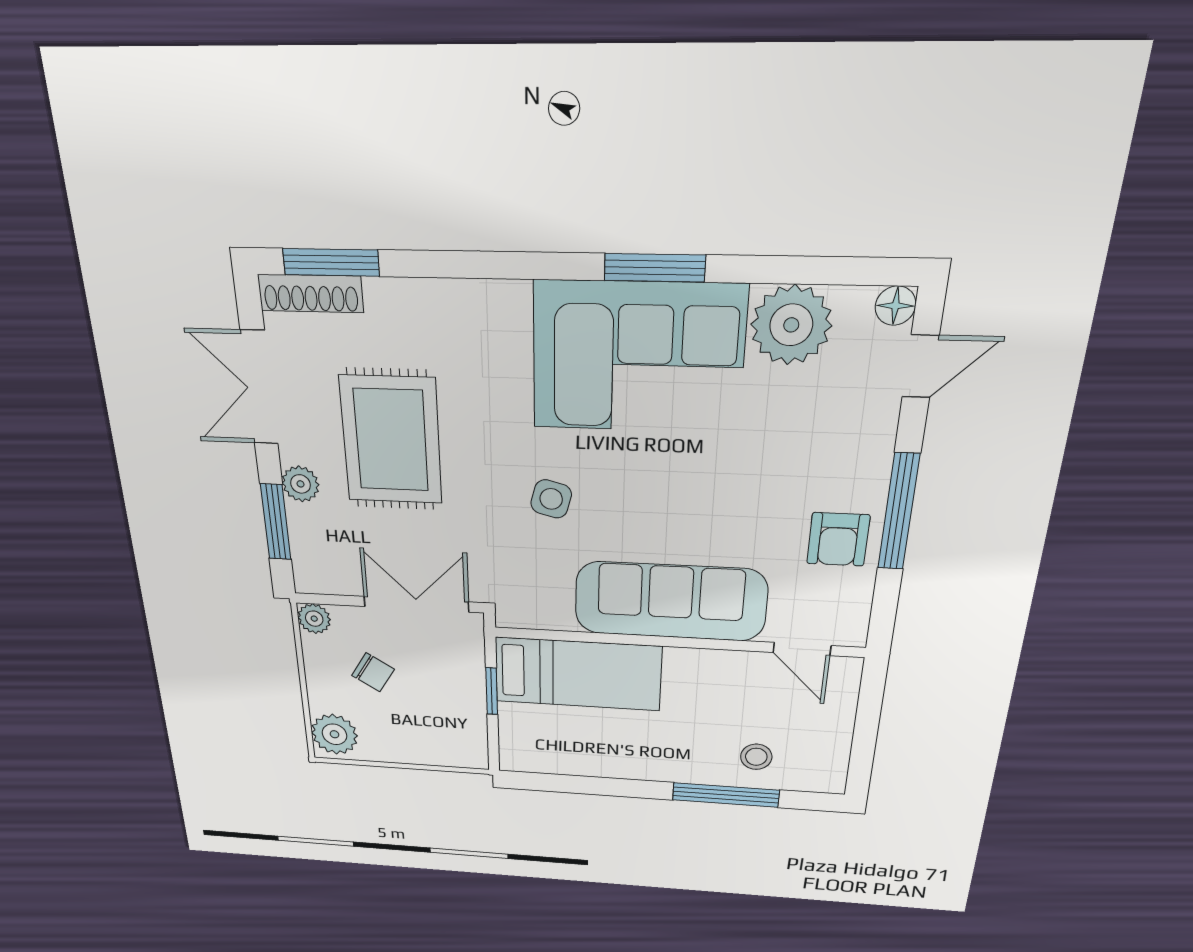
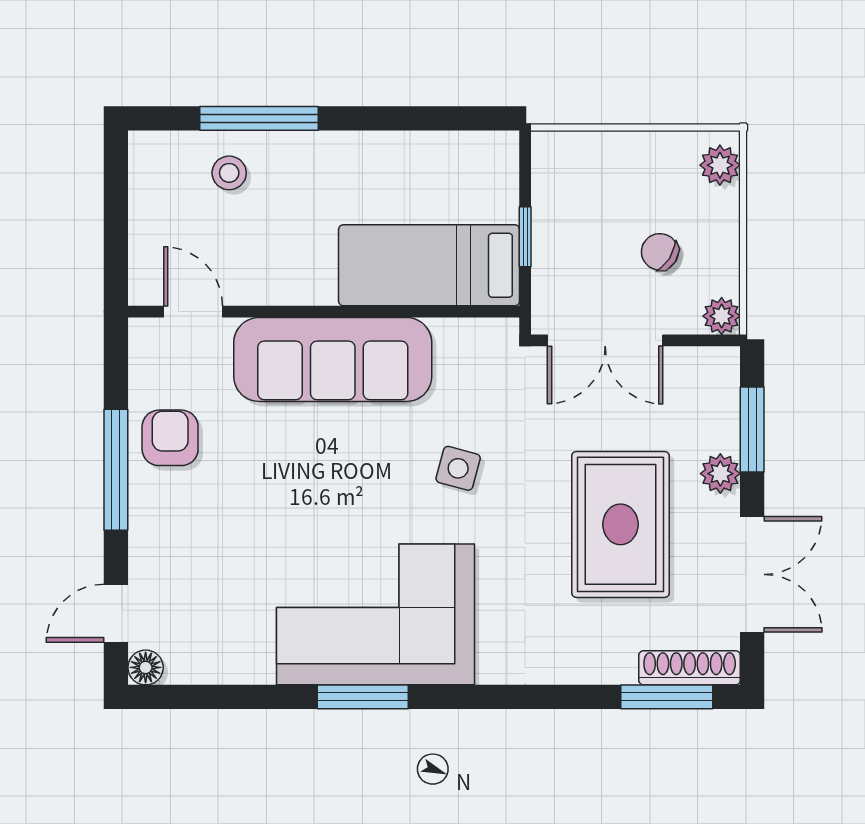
plant: (791, 325) -> (236, 648), removed
plant: (334, 734) -> (720, 165), width x0.73, depth x0.73

